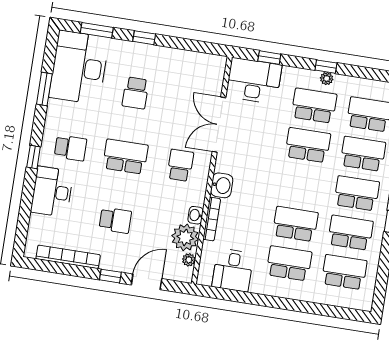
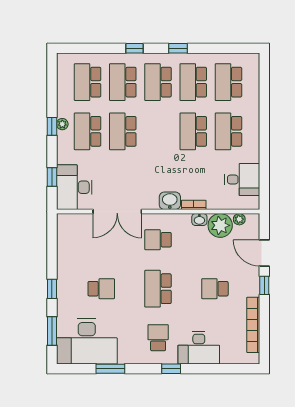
bookcase: (212, 219) -> (194, 205), width x0.64
school desk: (115, 220) -> (215, 289), turned -90

